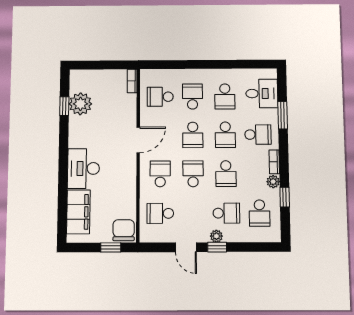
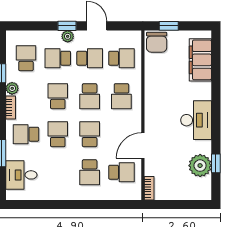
school desk: (225, 96) -> (90, 58), moved, turned 90
door: (138, 140) -> (143, 146), moved
desk: (83, 168) -> (196, 120), moved

